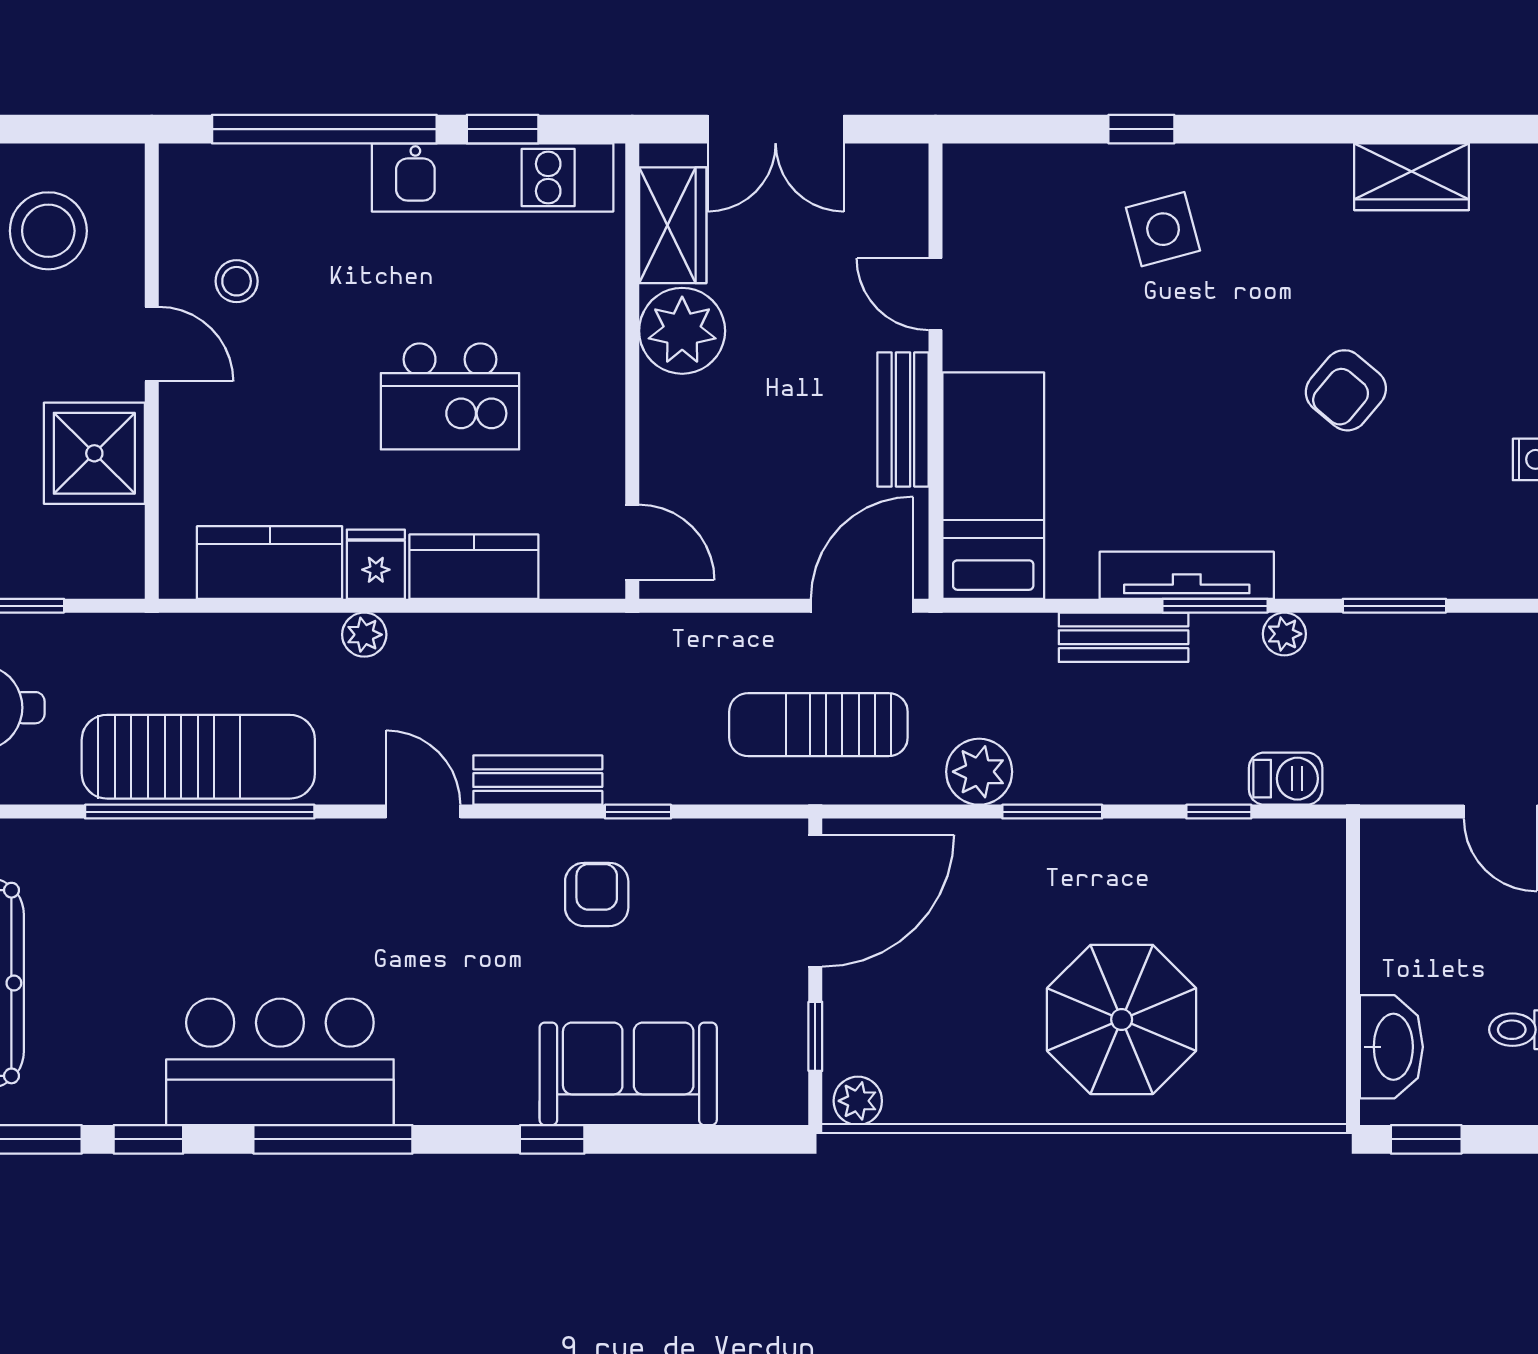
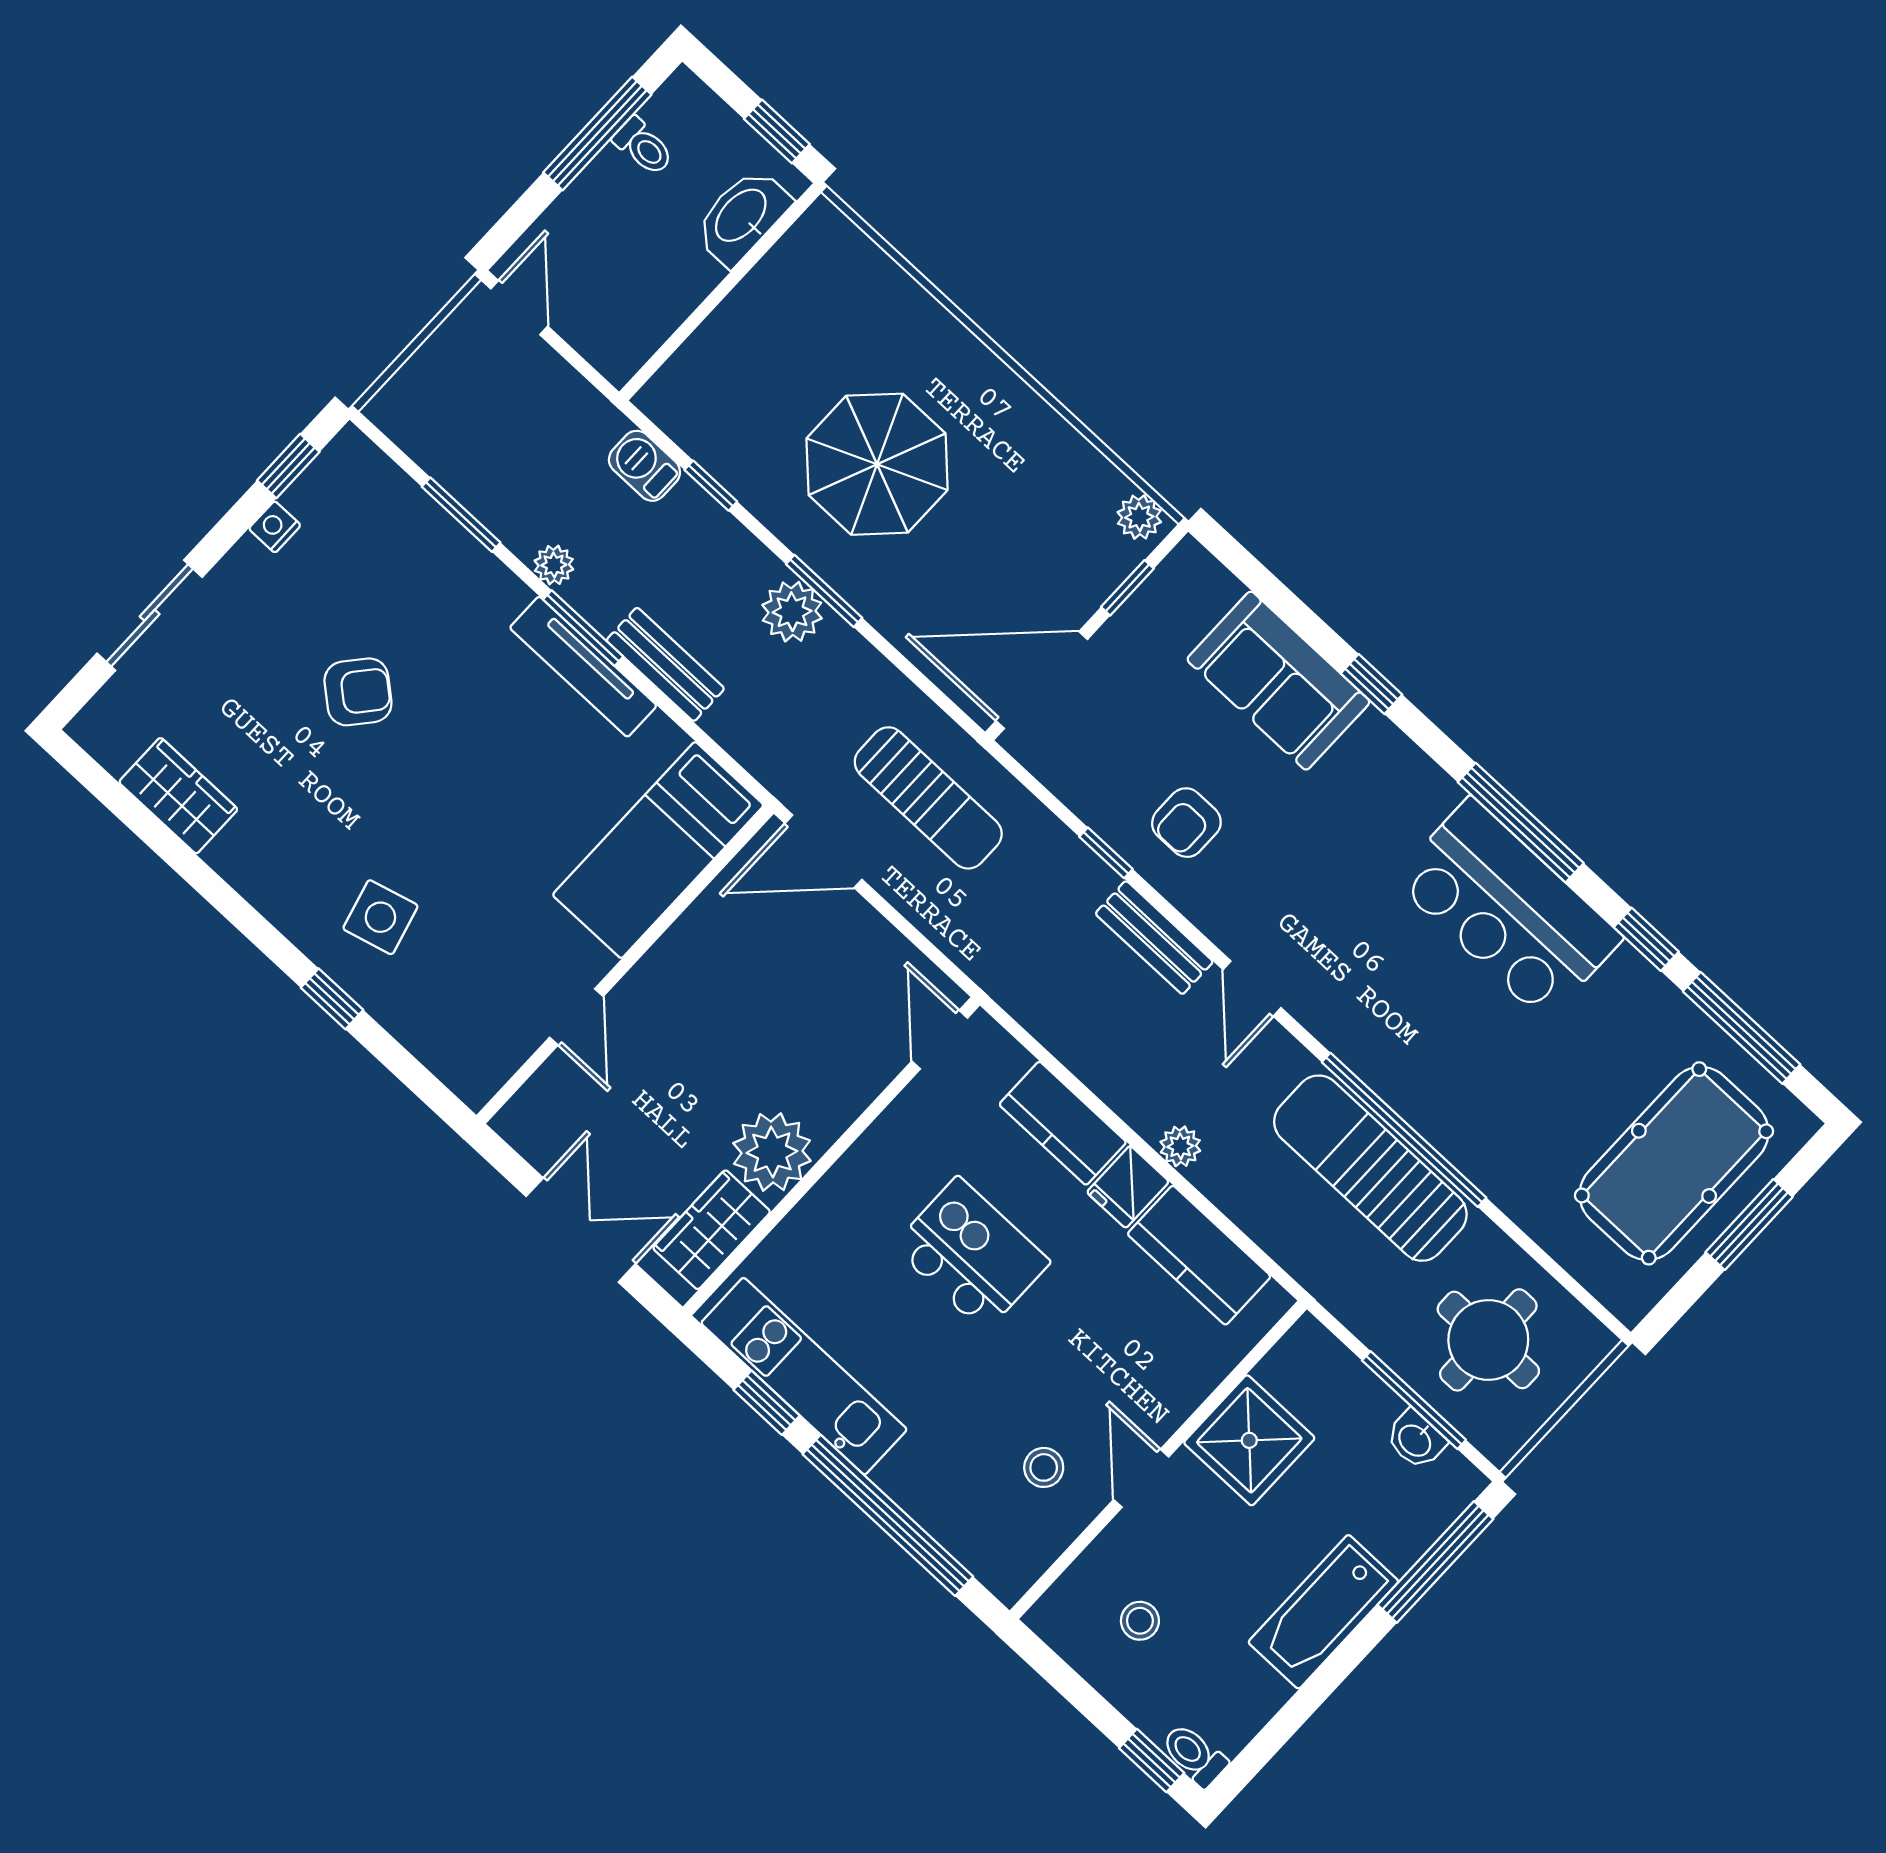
stool: (48, 231) -> (1140, 1621), width x0.53, depth x0.53
bench: (903, 420) -> (678, 952), removed
plant: (979, 772) -> (792, 612), moved
parasol: (1122, 1019) -> (877, 464), moved

